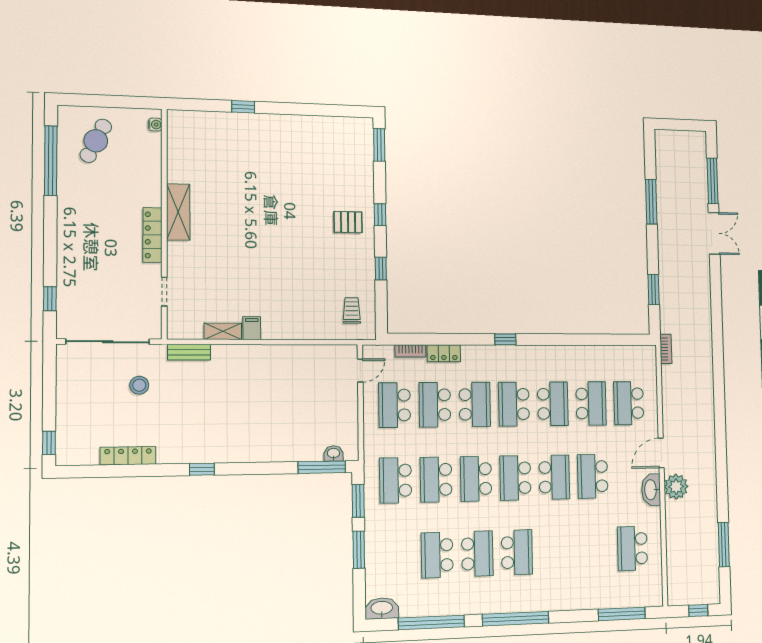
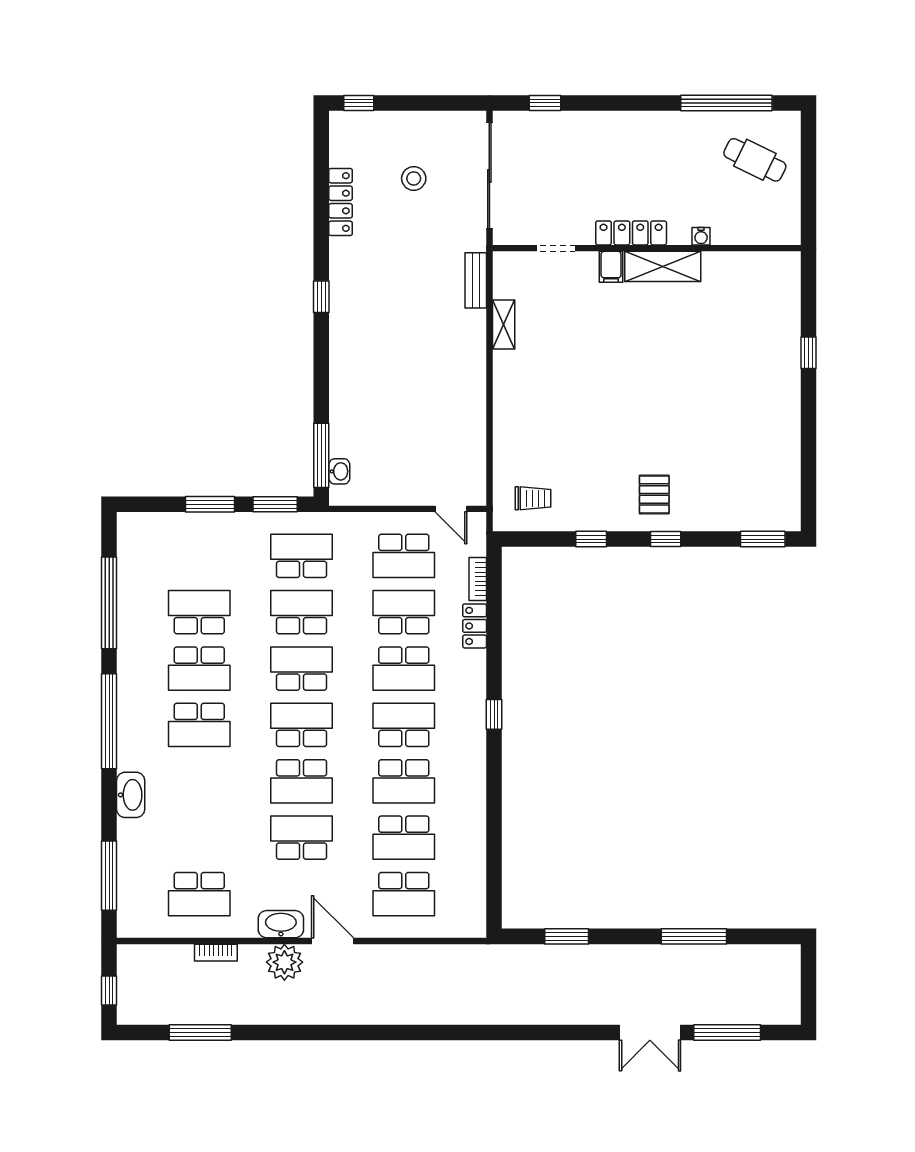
water cooler: (155, 125) -> (701, 236), moved
filing cabinet: (252, 328) -> (611, 267), moved, turned 90
bookcase: (666, 349) -> (216, 953), moved
stool: (139, 385) -> (414, 178), moved
school desk: (629, 403) -> (404, 894), turned 180
school desk: (395, 405) -> (404, 556), turned 180
school desk: (632, 548) -> (199, 894), turned 180
washbasin: (382, 608) -> (131, 795), moved

